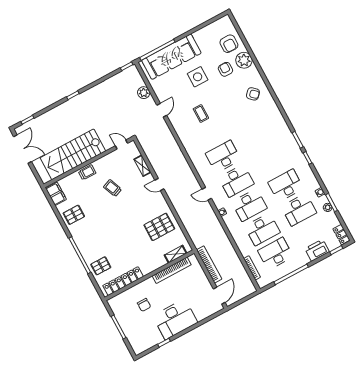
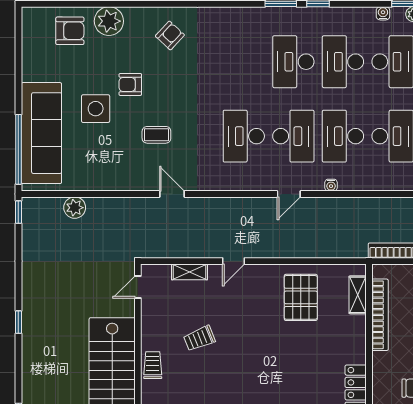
armchair: (225, 69) -> (130, 84), moved
door: (162, 110) -> (172, 194), moved
desk: (273, 161) -> (293, 62), added
desk: (249, 205) -> (343, 136), turned 180

